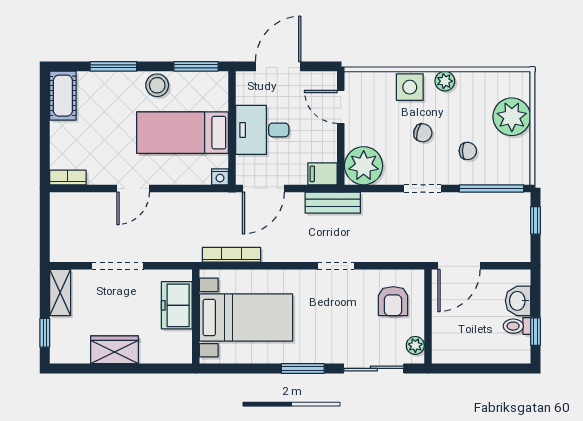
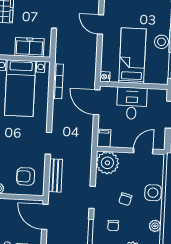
plant: (445, 81) -> (155, 226), moved
bench: (333, 203) -> (55, 175), moved

